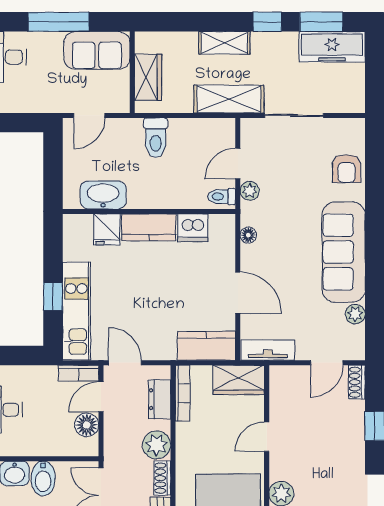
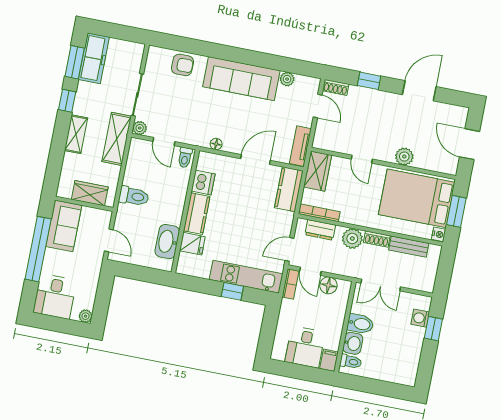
window: (59, 22) -> (38, 249), width x1.46
plant: (250, 191) -> (140, 128), moved

